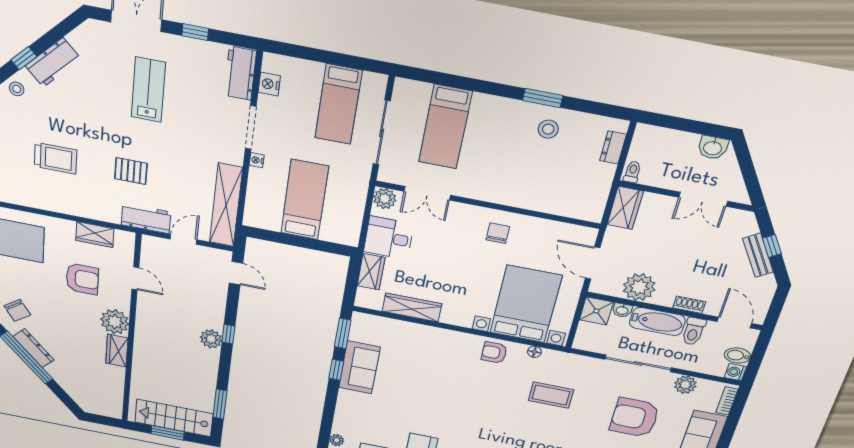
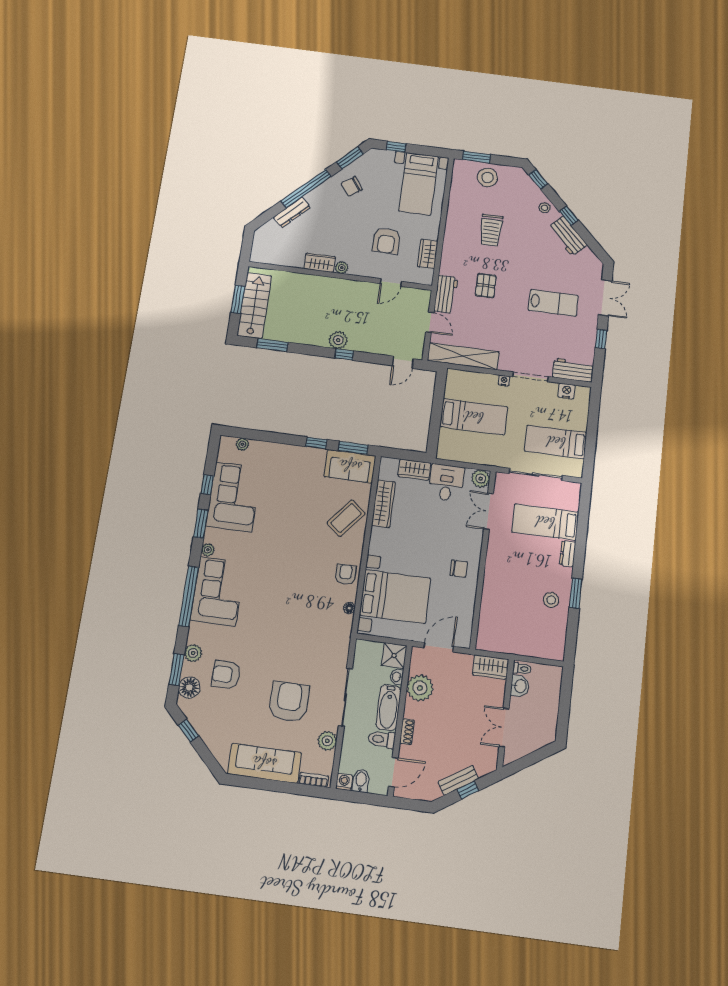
dresser: (613, 148) -> (568, 554), moved, turned -90
washbasin: (713, 148) -> (520, 686), moved, turned 180
plant: (115, 322) -> (342, 268), width x0.53, depth x0.53
dresser: (34, 348) -> (292, 212), moved
sofa: (359, 367) -> (350, 466), moved
coffee table: (551, 395) -> (346, 518), moved, turned 39

